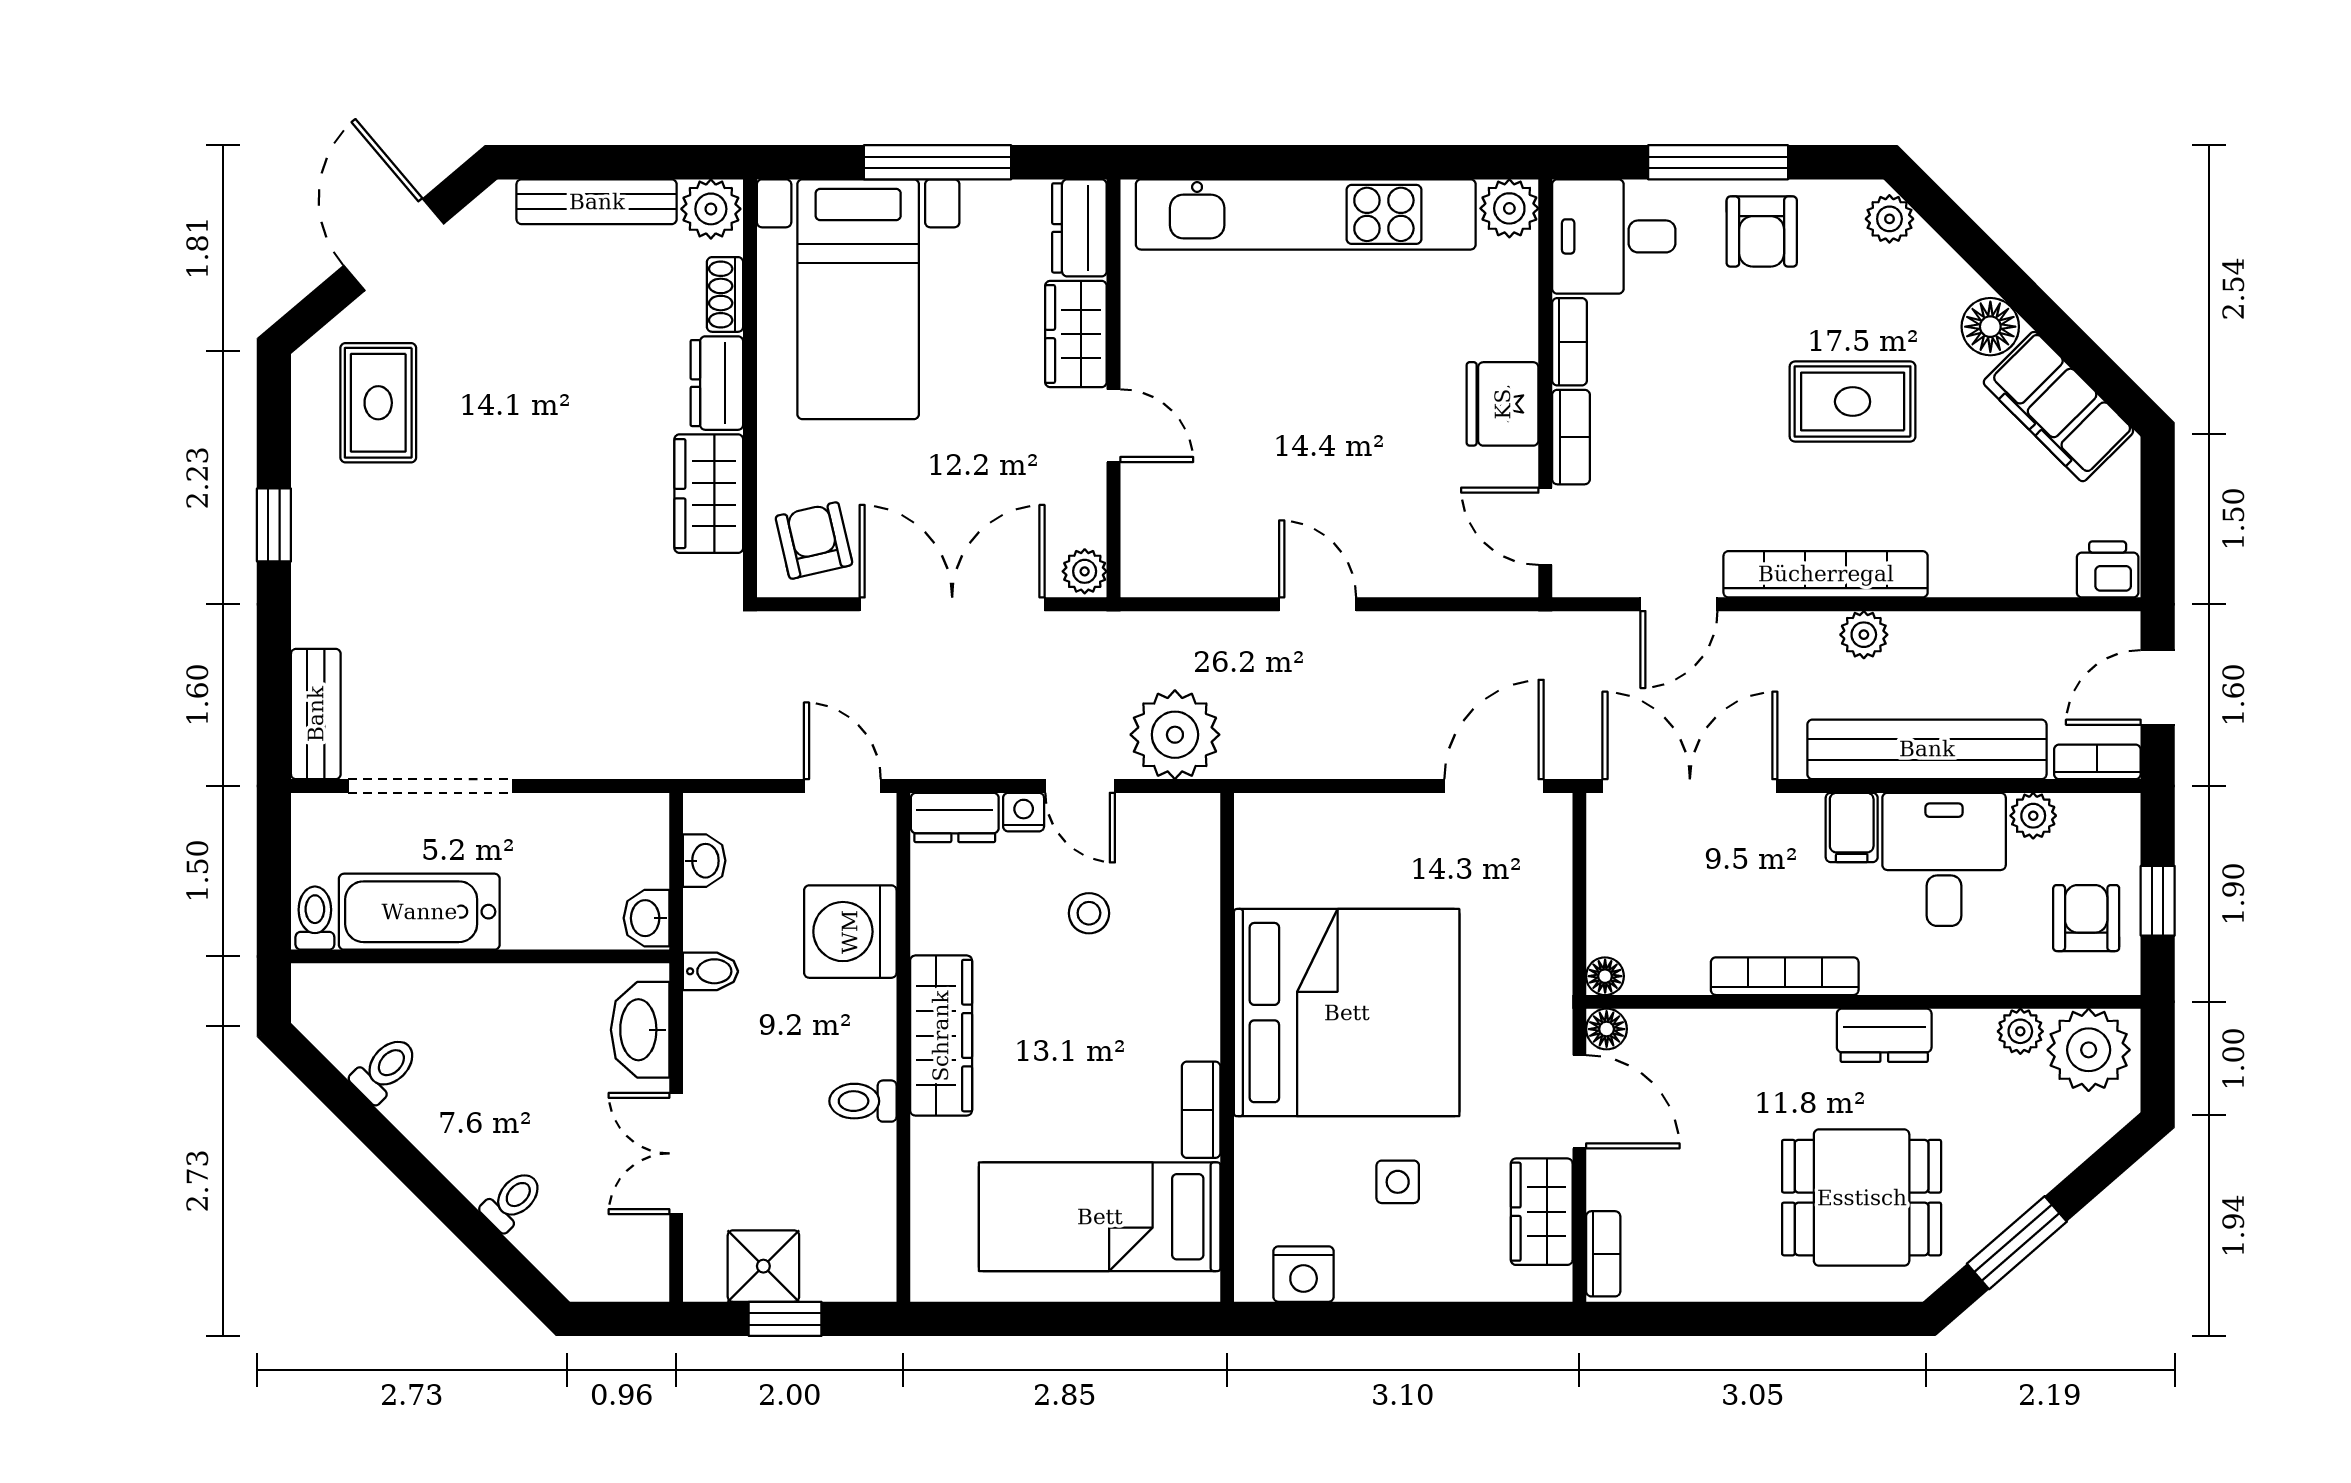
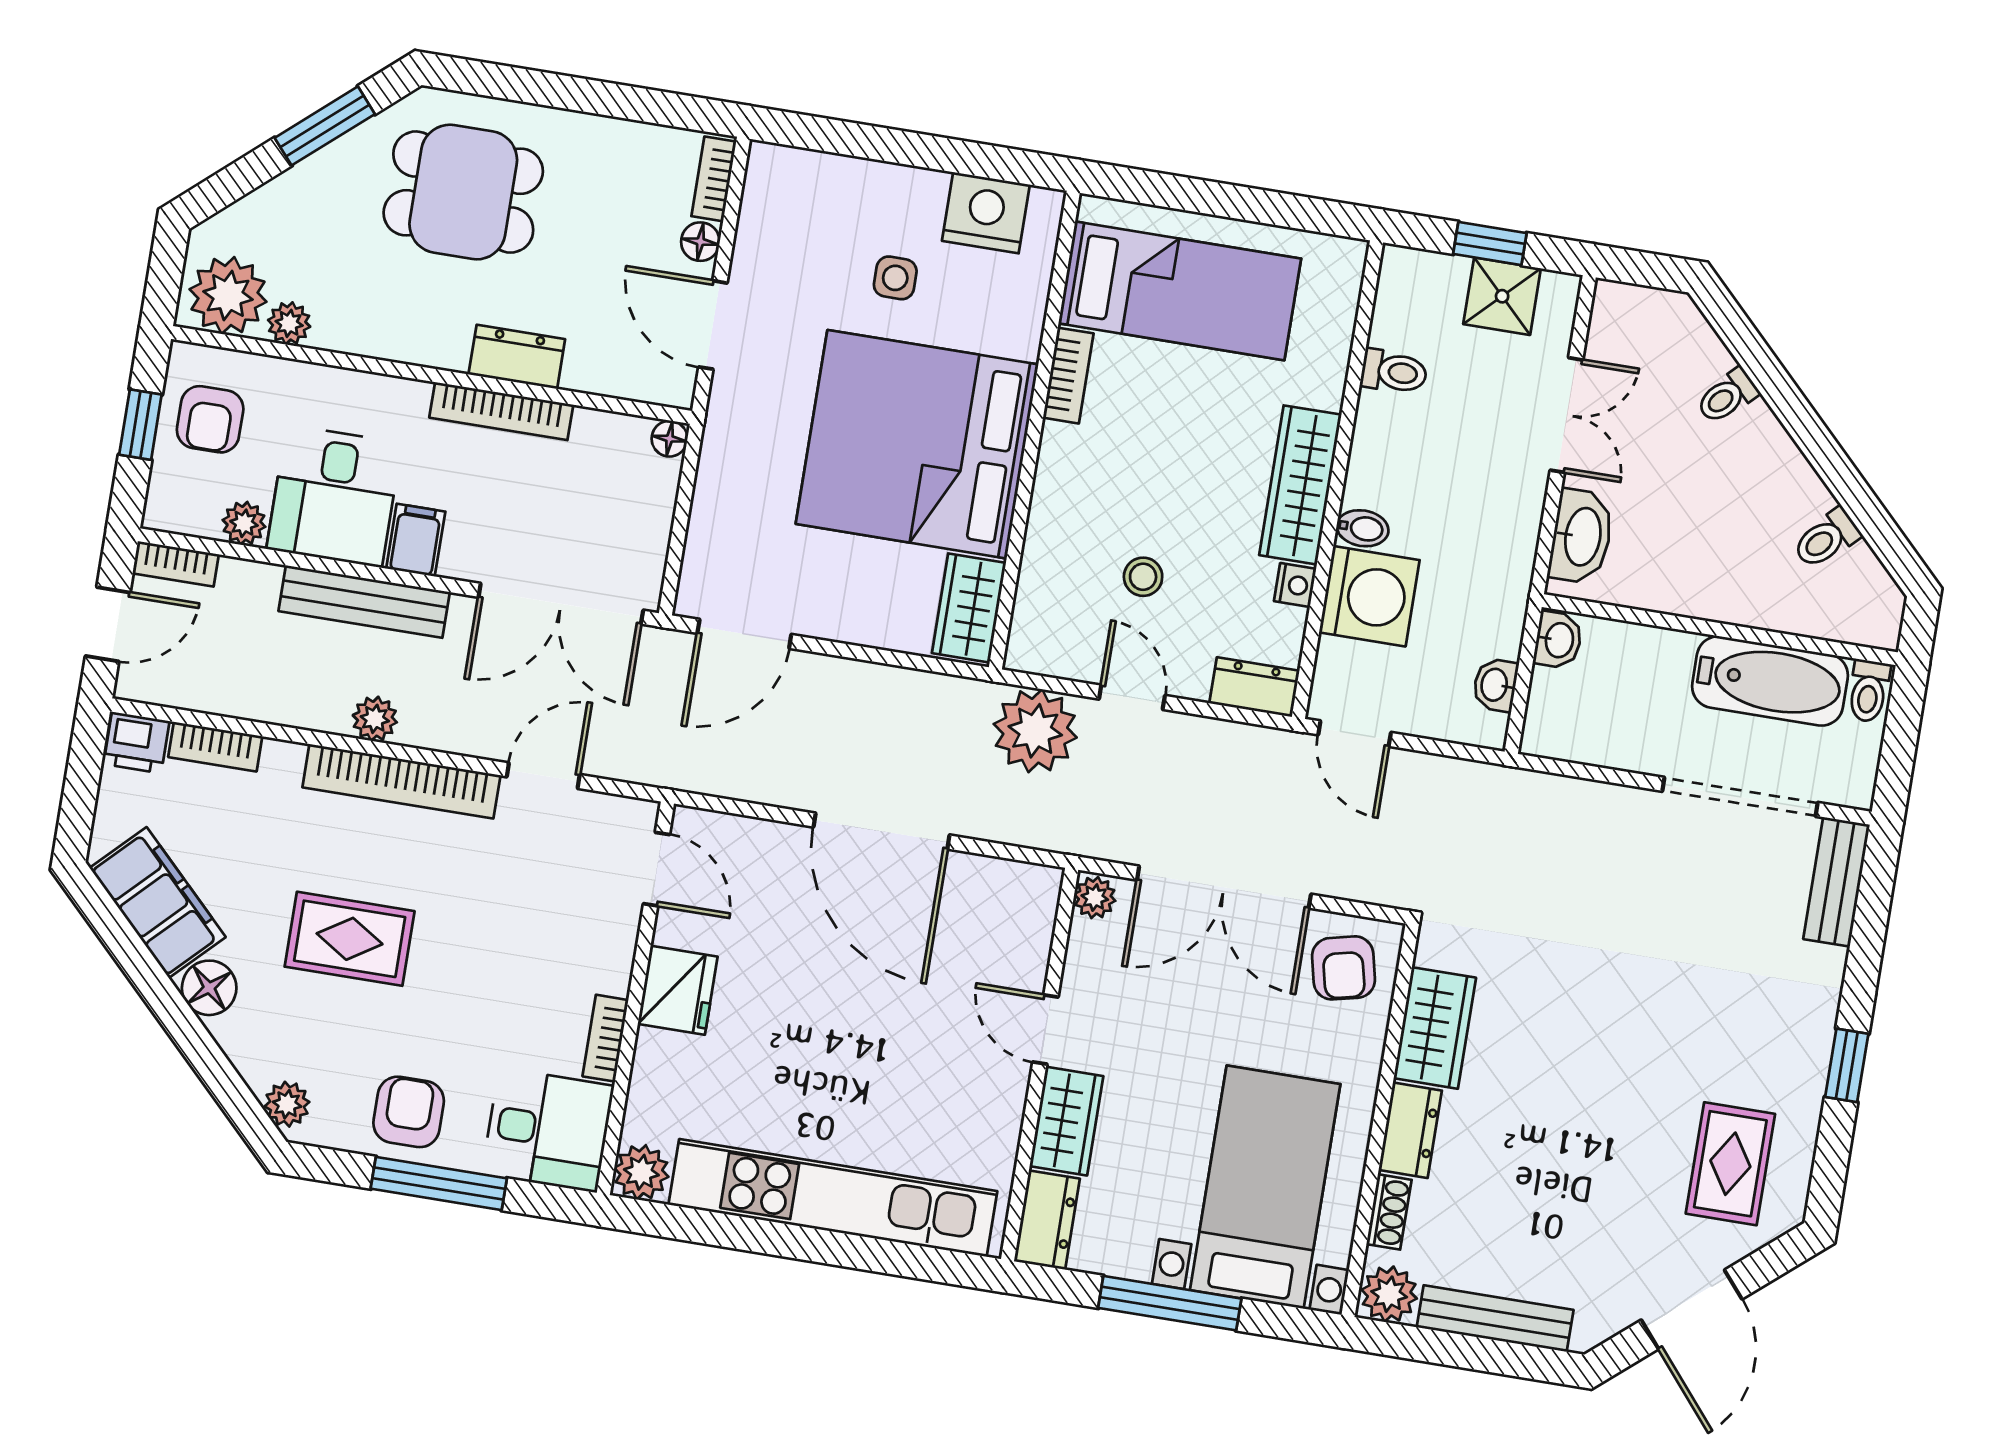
bookcase: (1571, 437) -> (215, 747), moved, turned -90
door: (1318, 604) -> (882, 831), width x1.88
bench: (1927, 749) -> (364, 602), width x0.73, depth x0.82
nightstand: (1024, 812) -> (1295, 585), moved, turned -90
bidet: (710, 971) -> (1363, 528), moved, turned 180
floor lamp: (1607, 1029) -> (700, 242), moved
dresser: (1884, 1035) -> (517, 357), moved
toilet: (863, 1101) -> (1394, 372), moved
wardrobe: (1542, 1212) -> (969, 608), moved, turned 180
nightstand: (1304, 1274) -> (986, 213), width x1.36, depth x1.33

